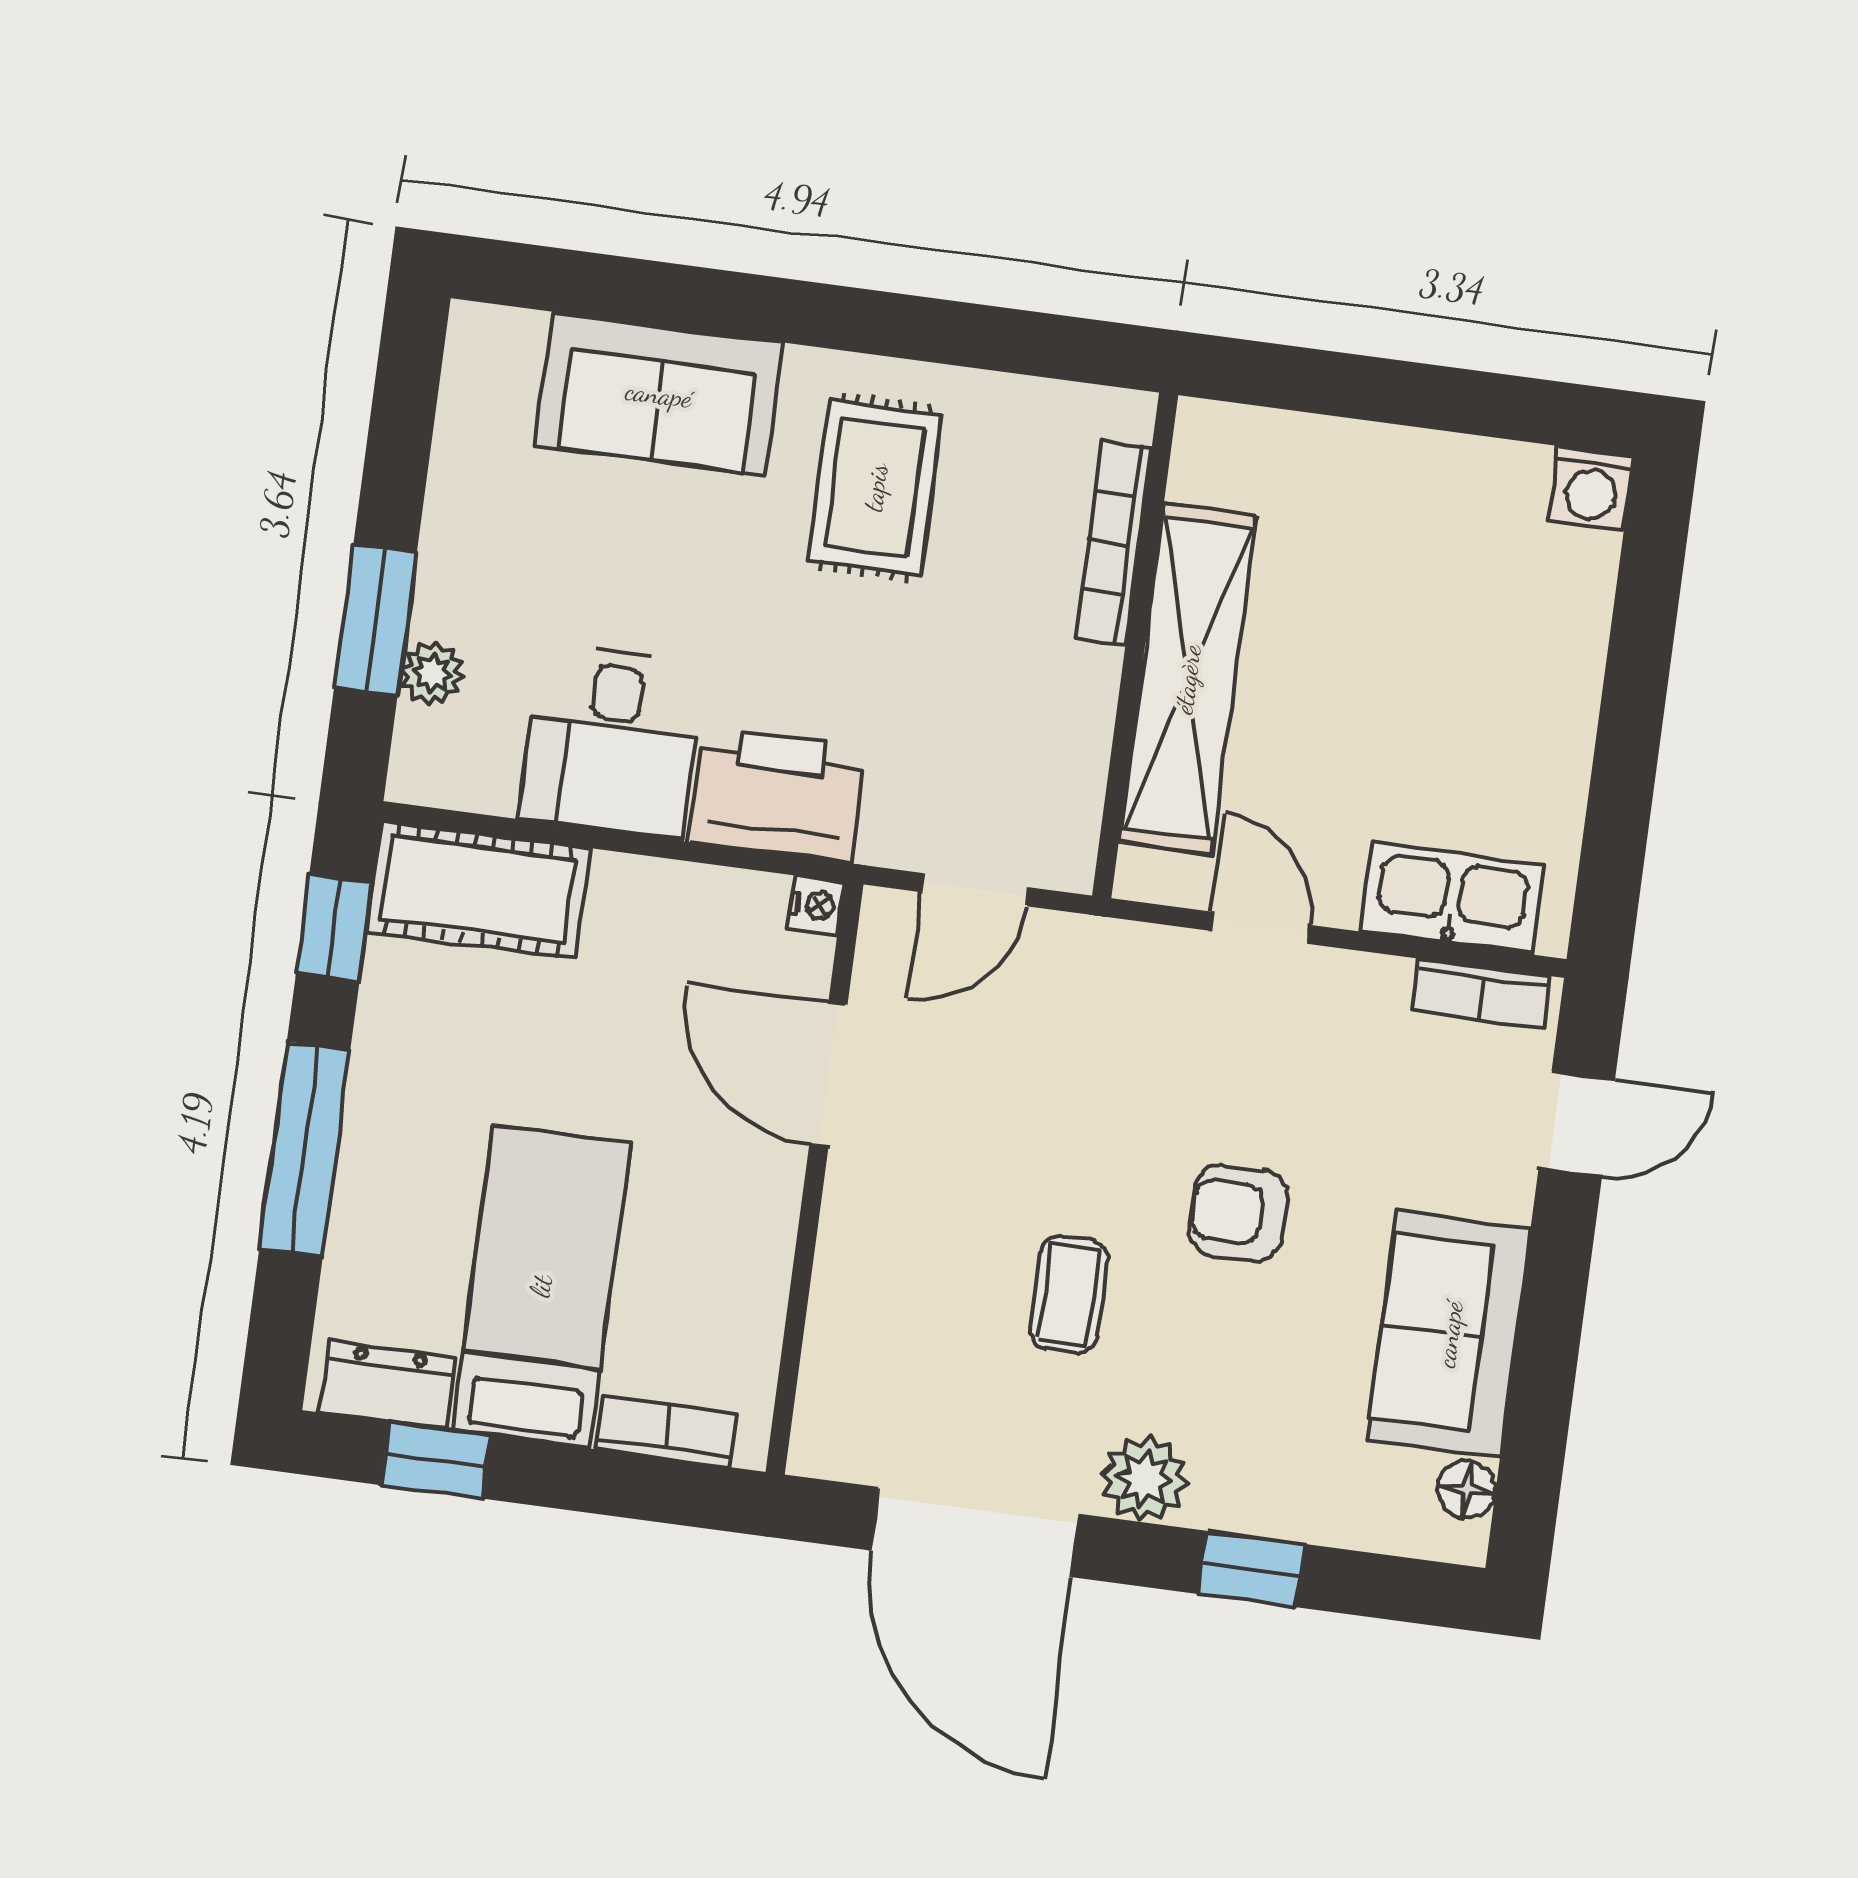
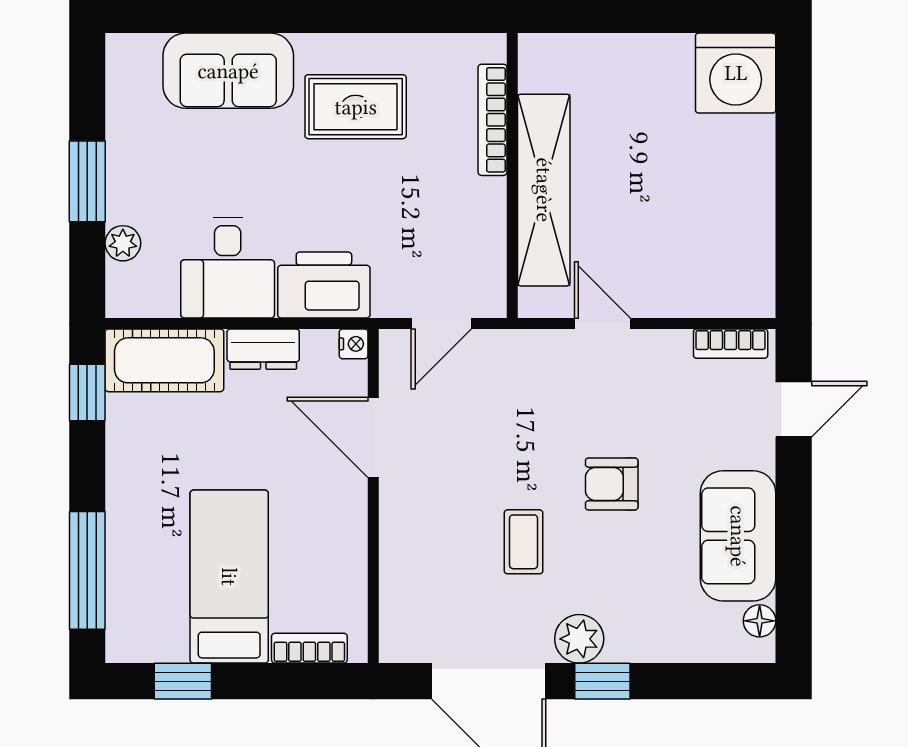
rug: (875, 487) -> (356, 107), turned 90
washing machine: (1591, 488) -> (736, 73), width x1.89, depth x1.89
window: (375, 620) -> (87, 181), moved
kitchen sink: (1453, 898) -> (708, 292), removed
window: (305, 1149) -> (87, 570), moved
dresser: (387, 1385) -> (263, 349), moved, turned 180
window: (1251, 1569) -> (602, 681), moved

